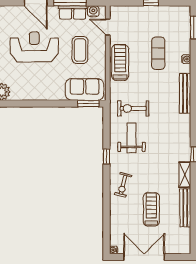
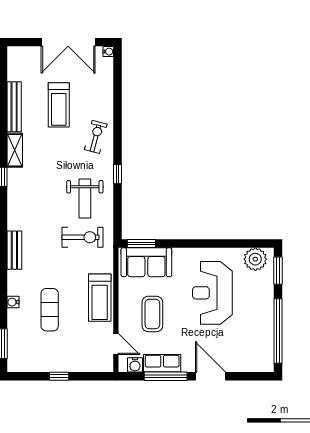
reception desk: (34, 47) -> (212, 293), moved, turned 90
bench: (185, 93) -> (14, 250), width x0.73

